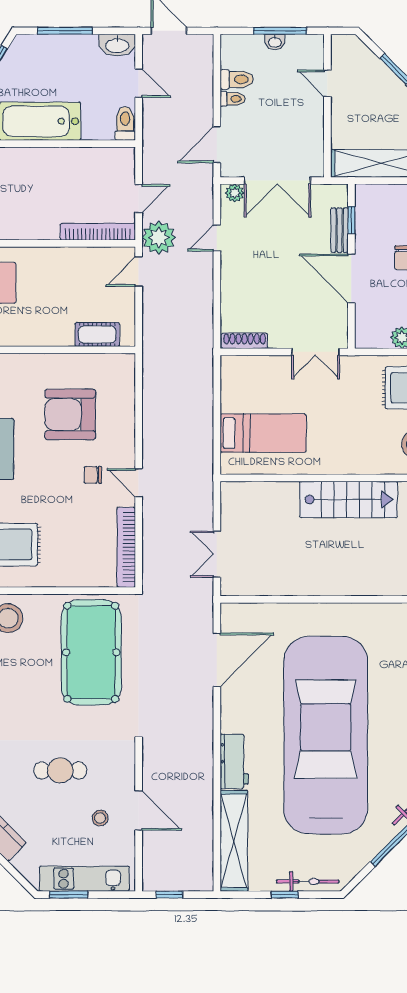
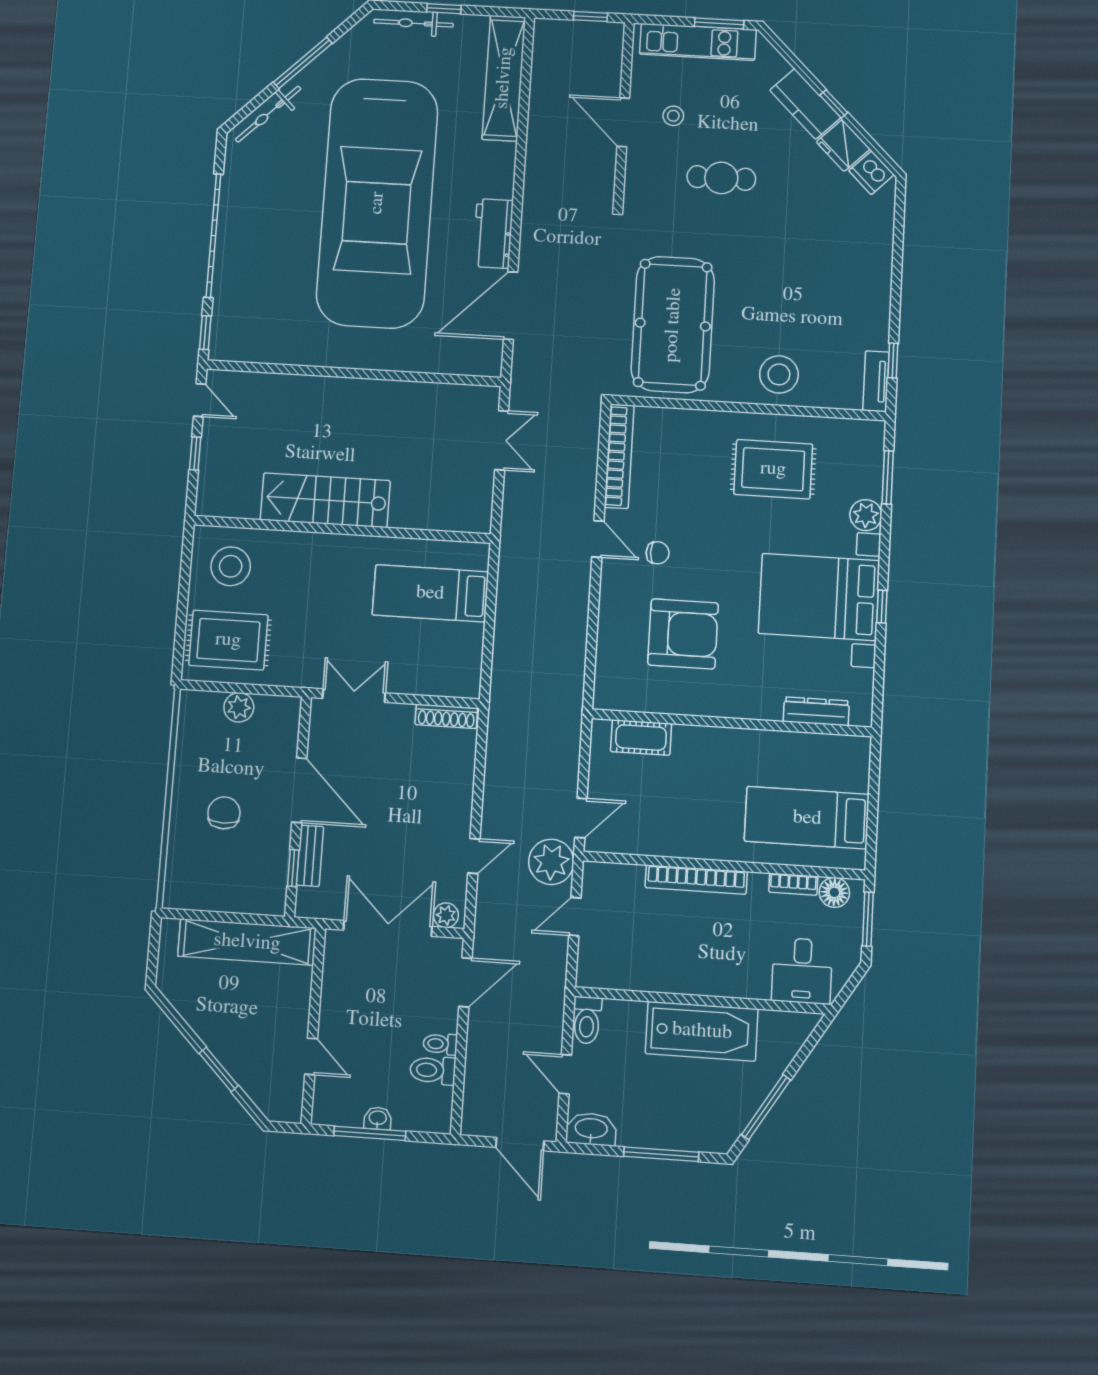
bookcase: (98, 232) -> (696, 880), moved
workbench: (234, 761) -> (493, 233), moved

